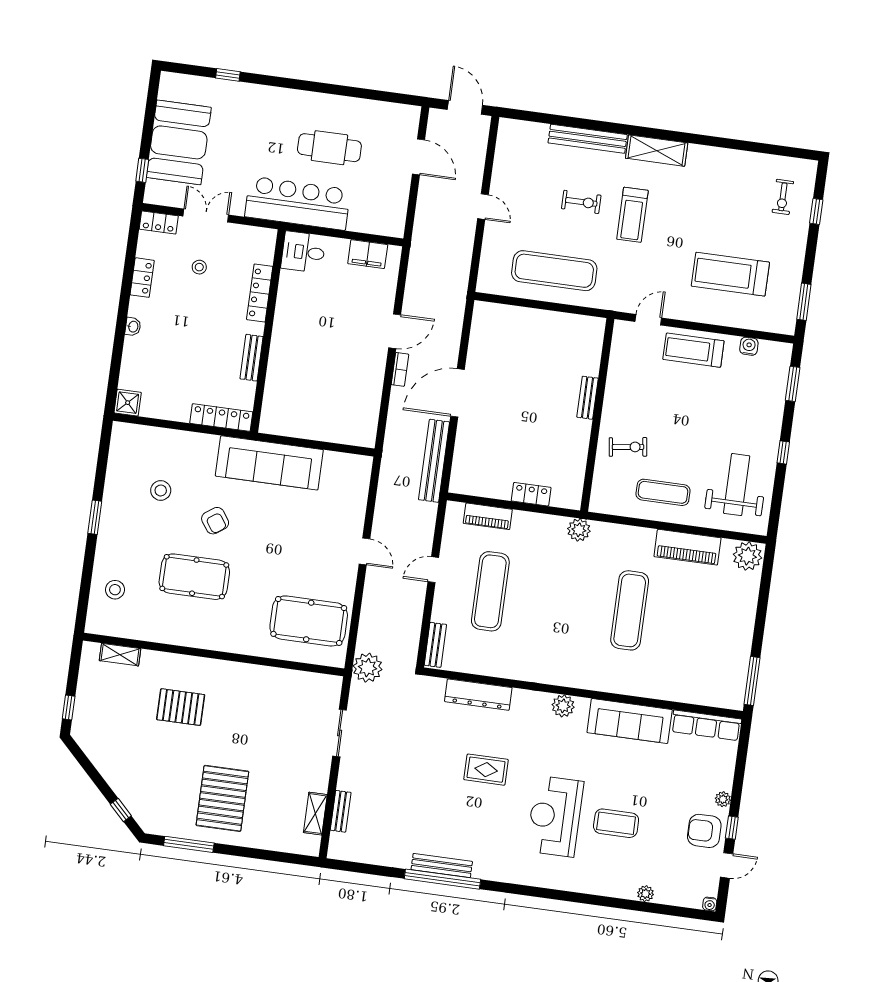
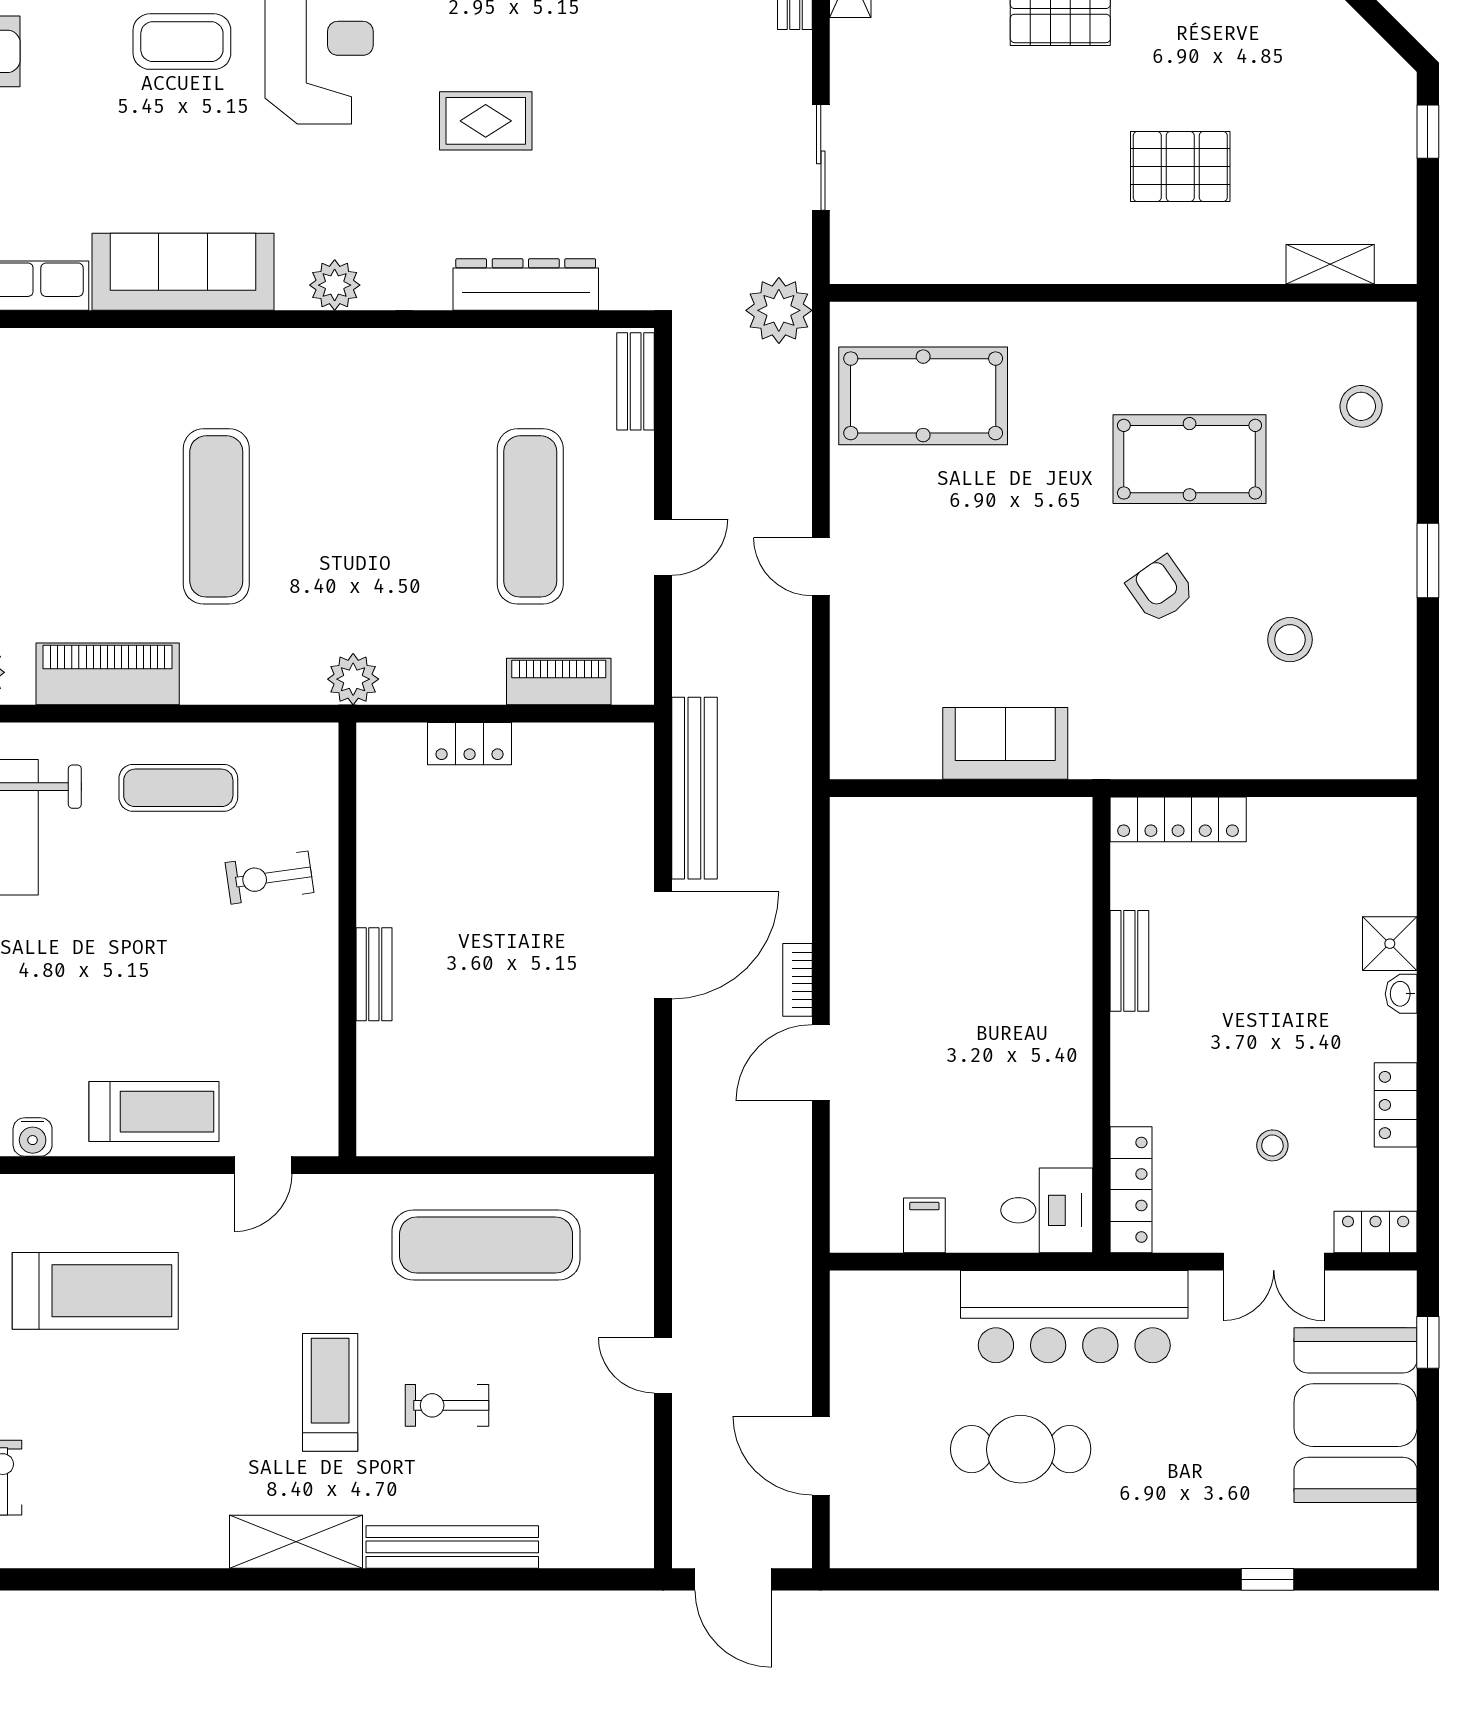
filing cabinet: (368, 254) -> (924, 1225), width x0.50
locker: (260, 293) -> (1131, 1190), moved
shower: (128, 403) -> (1390, 944), moved
sofa: (269, 463) -> (1005, 743), width x0.54, depth x0.79

